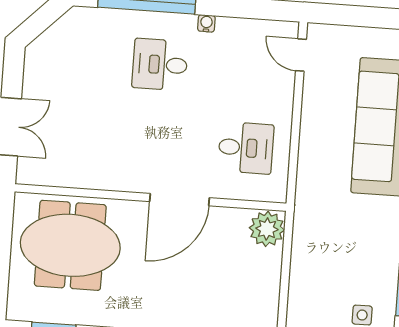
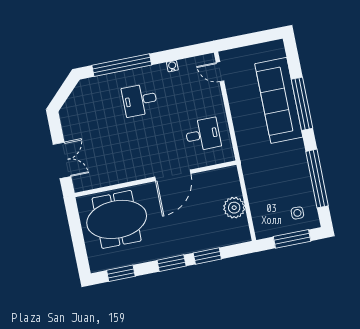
water cooler: (206, 23) -> (172, 66), moved
plant: (267, 229) -> (234, 208), moved

